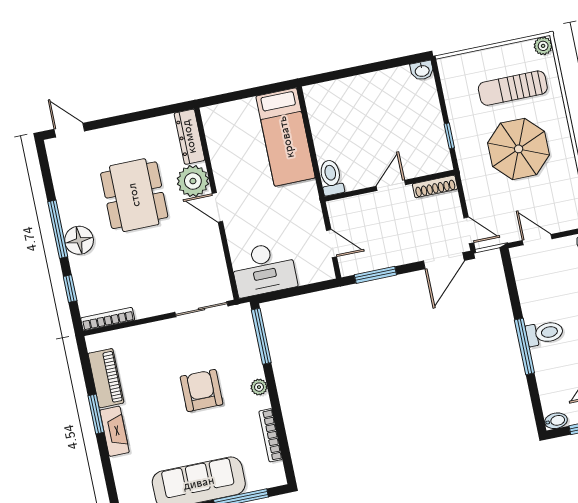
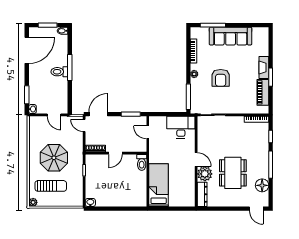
floor lamp: (79, 240) -> (262, 185), moved

